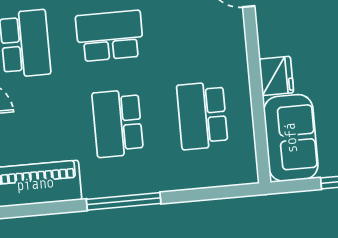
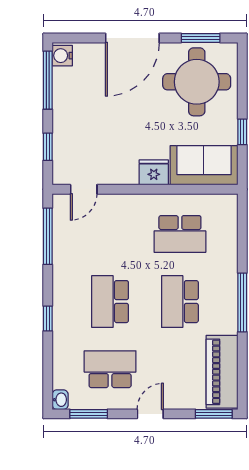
school desk: (118, 123) -> (180, 302), turned 90

